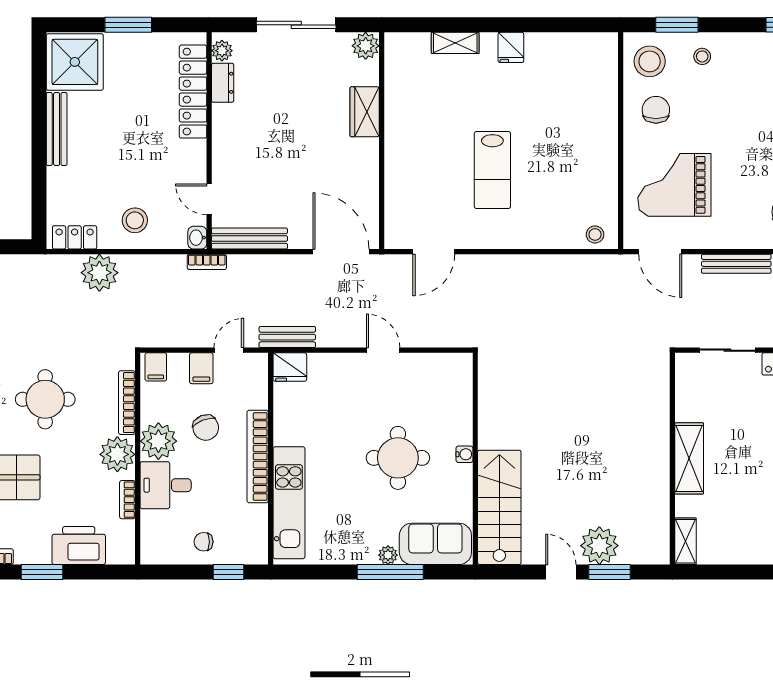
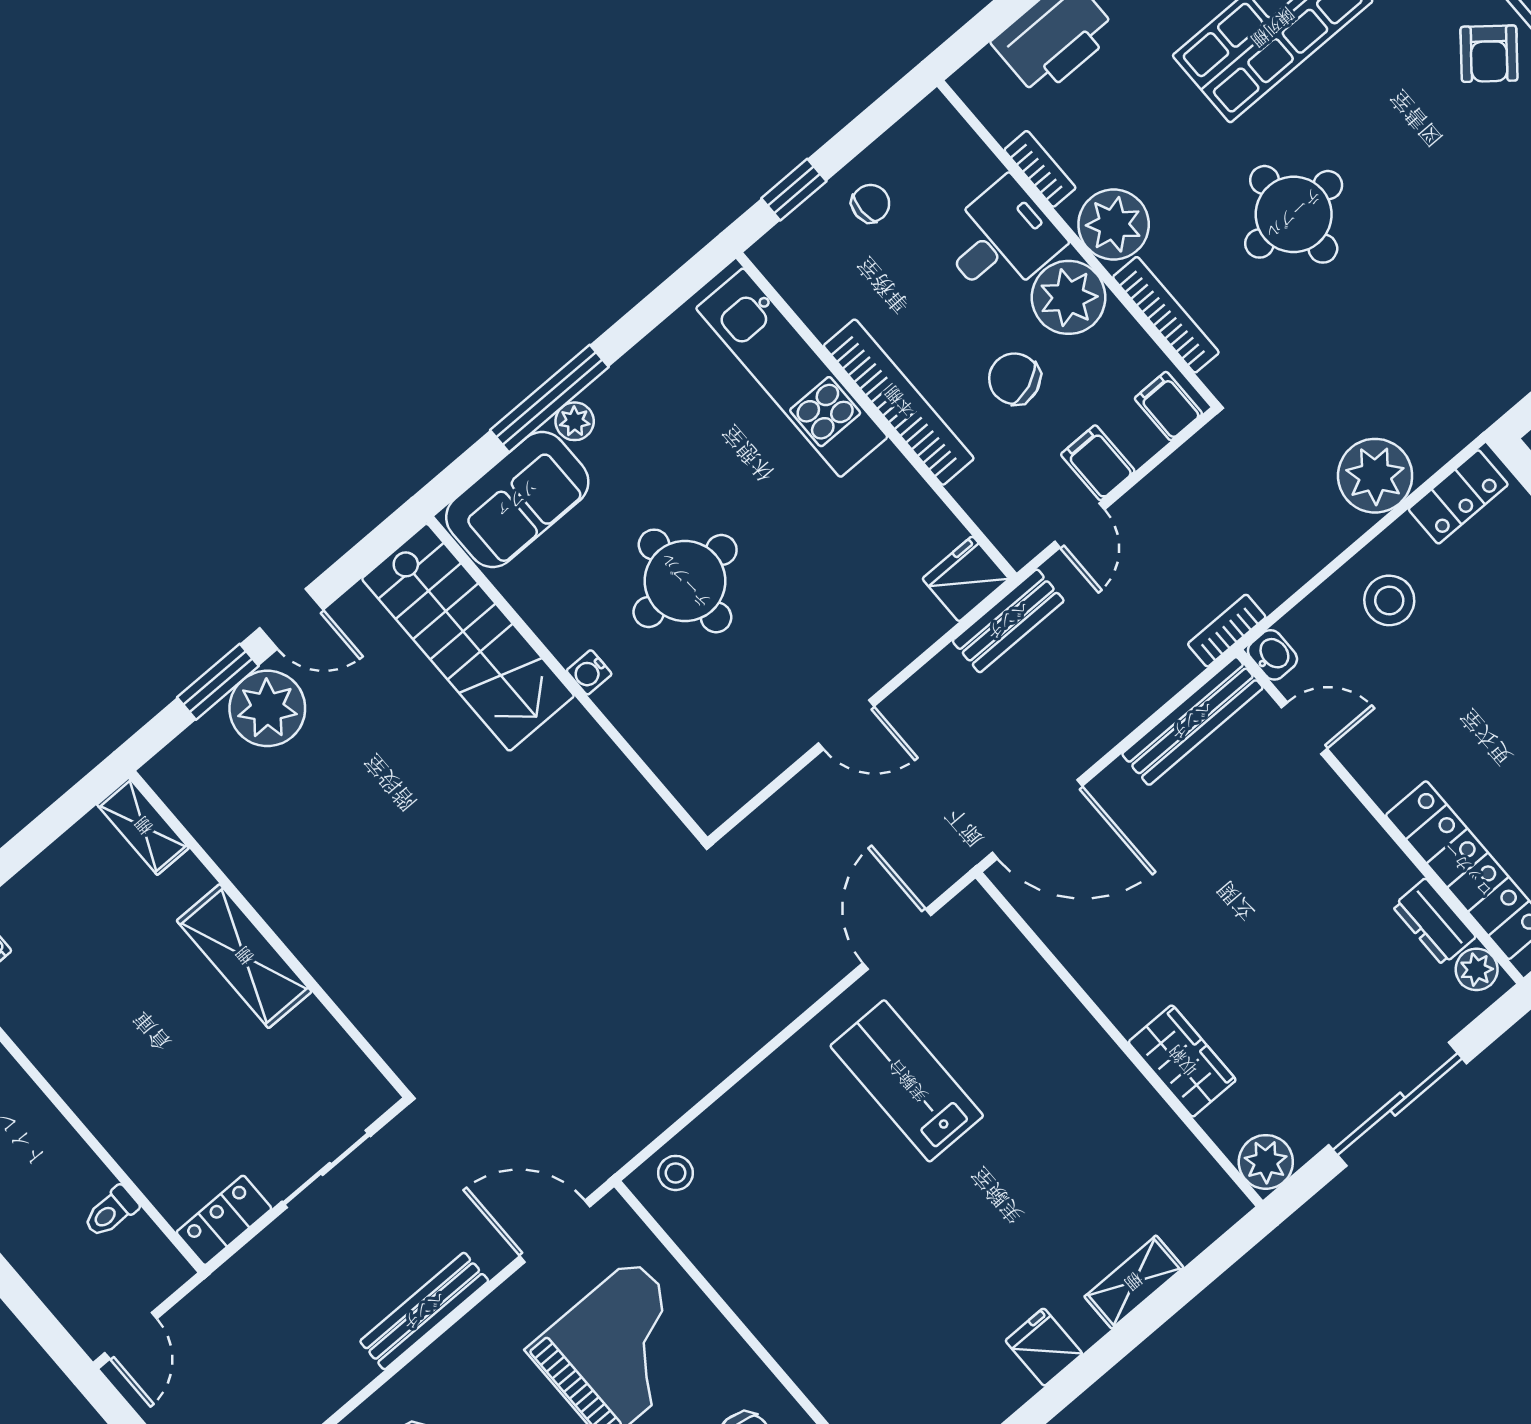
lab bench: (492, 170) -> (907, 1081), moved

